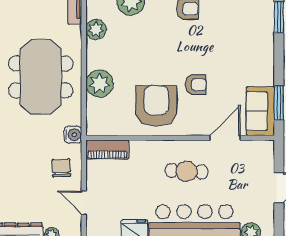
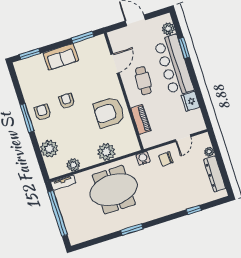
armchair: (196, 85) -> (67, 101), moved
sofa: (260, 111) -> (61, 57), moved
door: (225, 138) -> (115, 64), swing flipped
piano: (107, 149) -> (141, 119), moved

